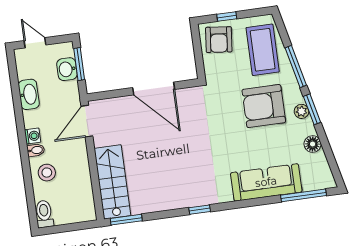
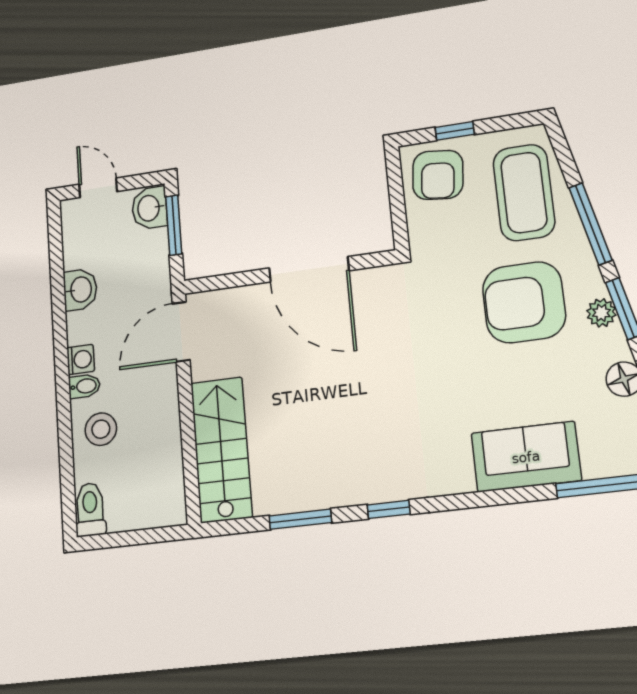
washbasin: (67, 69) -> (149, 208), moved
washbasin: (29, 94) -> (80, 290), width x0.72
sofa: (266, 182) -> (526, 457), width x0.73
window: (126, 220) -> (300, 519), moved

